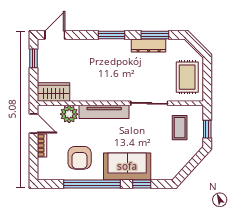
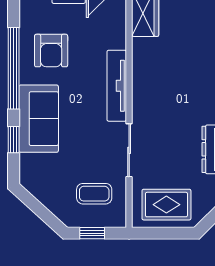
plant: (69, 114) -> (114, 36), removed
armchair: (80, 158) -> (51, 51), turned -90

